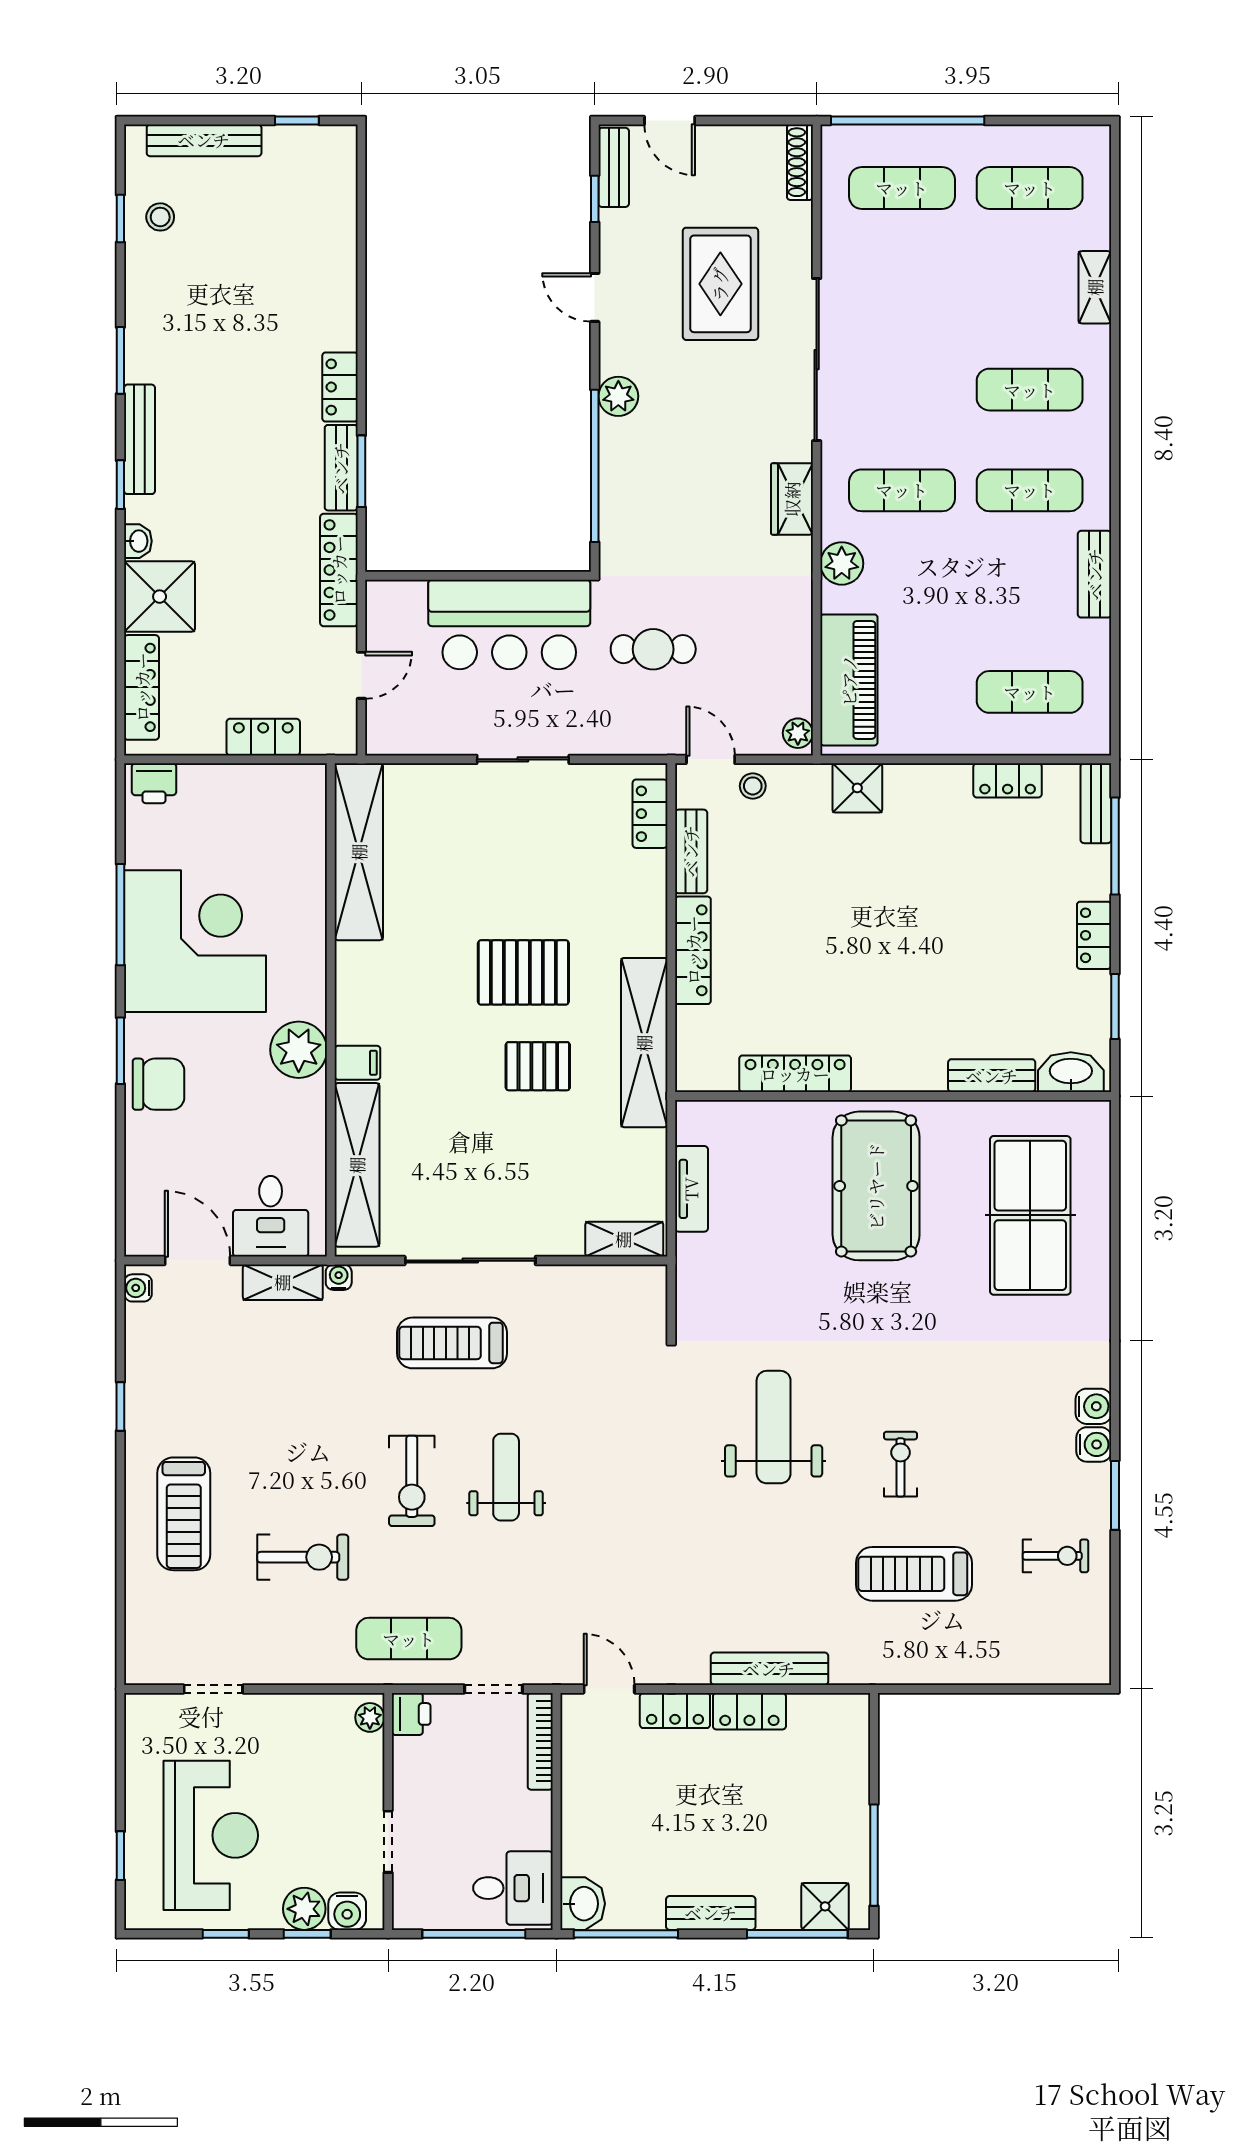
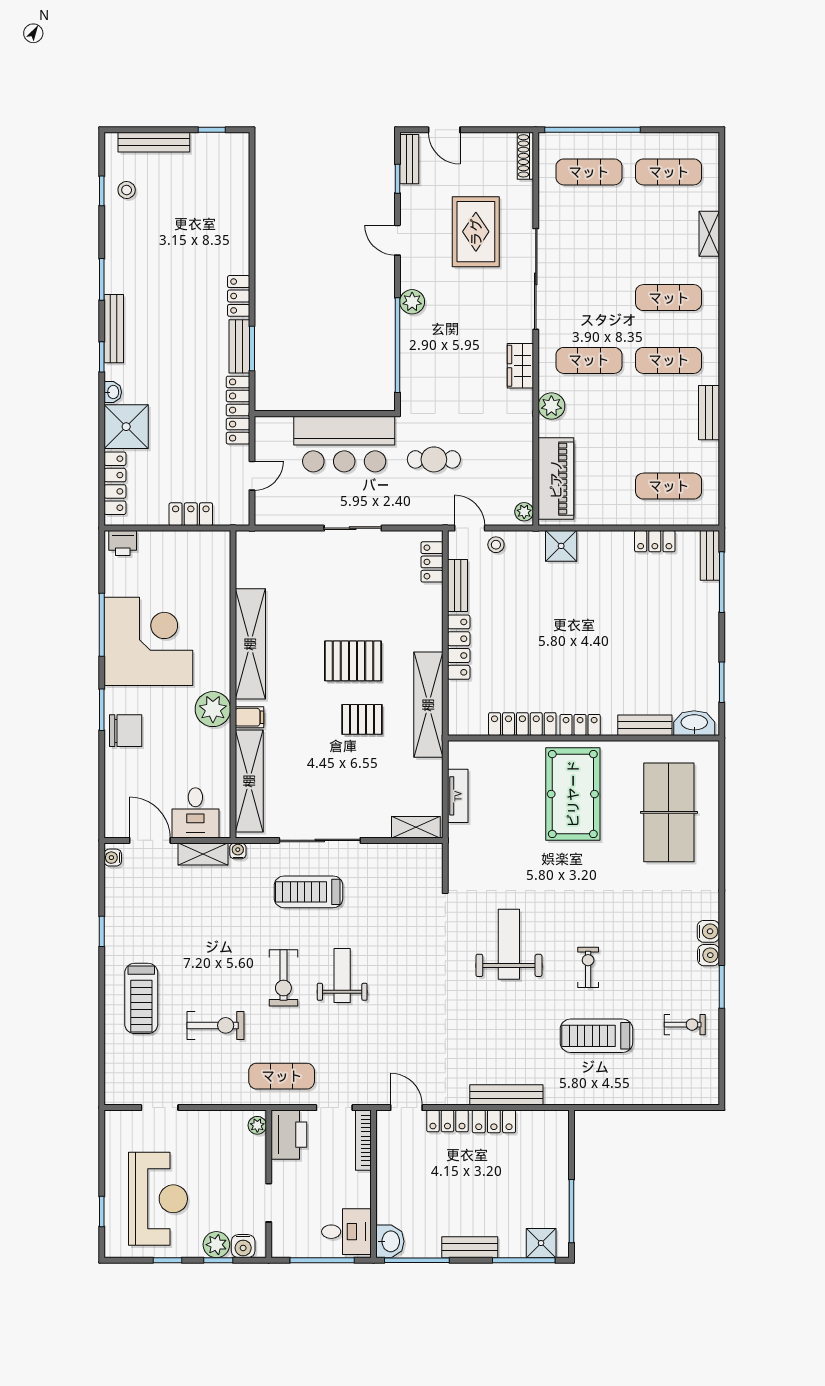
shelving: (359, 852) -> (250, 644), moved
locker: (1094, 935) -> (580, 725), moved, turned 90
printer: (411, 1714) -> (289, 1135), width x1.87, depth x1.48

